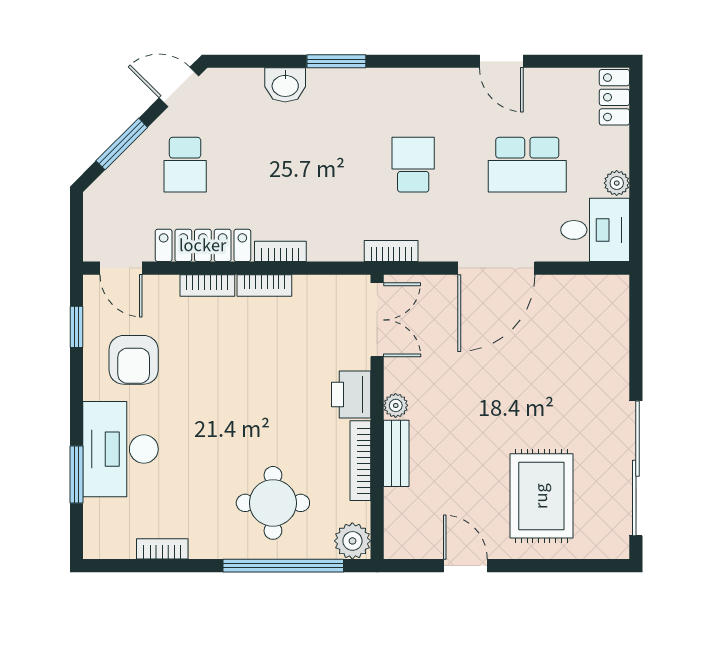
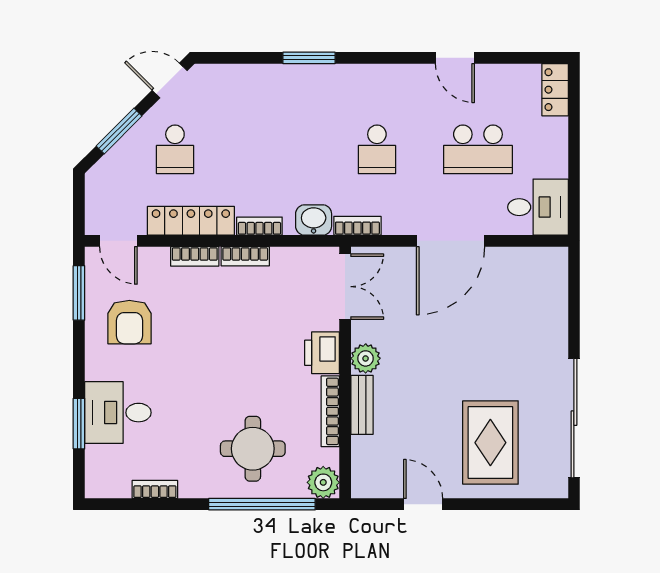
washbasin: (285, 85) -> (314, 220), moved, turned 180
school desk: (413, 165) -> (377, 149), turned 180
plant: (617, 183) -> (557, 166), removed
window: (76, 327) -> (79, 293), width x1.50
plant: (396, 405) -> (366, 358), width x1.38, depth x1.38
desk: (121, 449) -> (118, 413), width x0.73

